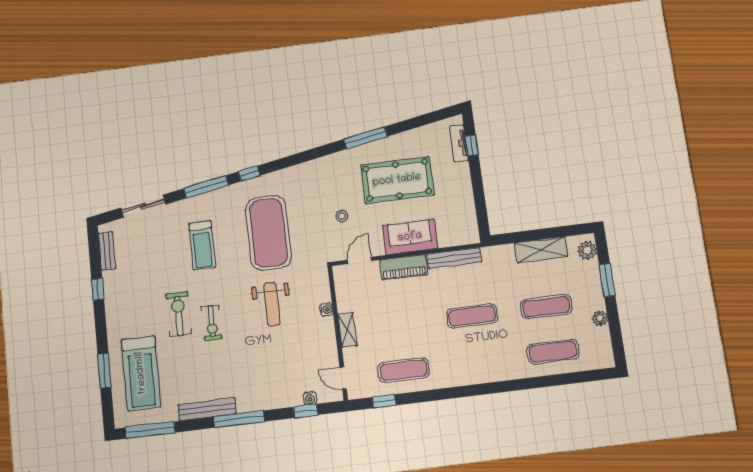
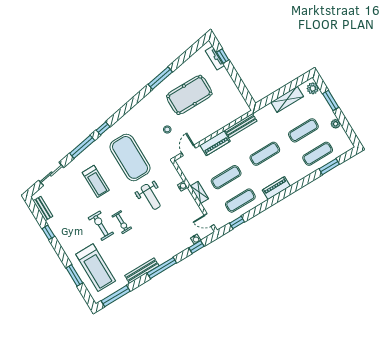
sofa: (410, 237) -> (211, 124), removed
exercise mat: (398, 325) -> (226, 177), added
piano: (467, 376) -> (276, 188), added
window: (563, 379) -> (329, 167), added

